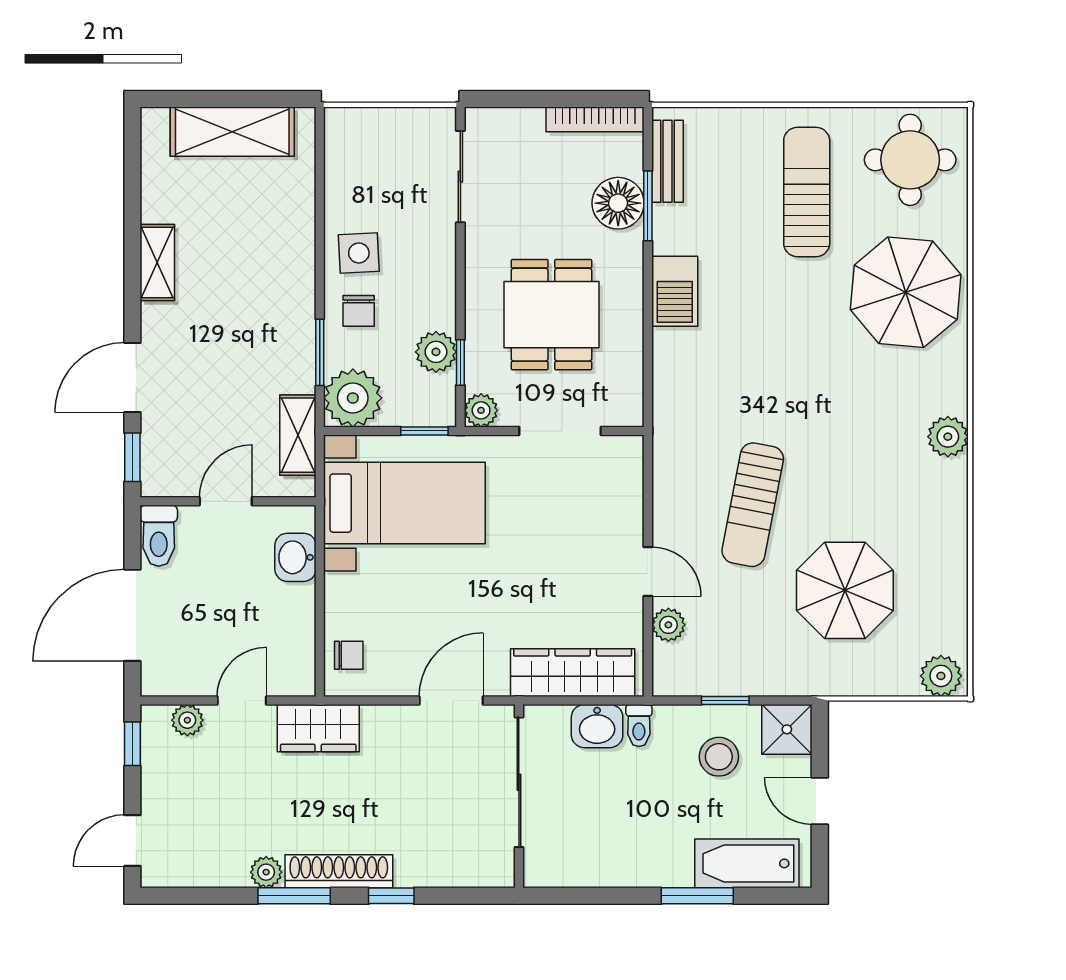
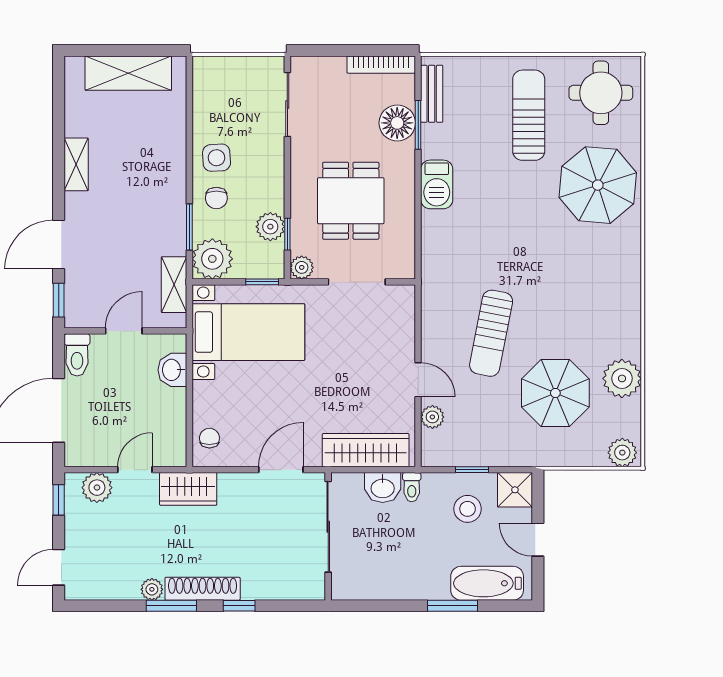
plant: (948, 437) -> (622, 378), moved, width x1.36, depth x1.36
chair: (349, 655) -> (209, 438), turned -90
plant: (187, 720) -> (97, 488), width x1.38, depth x1.38

